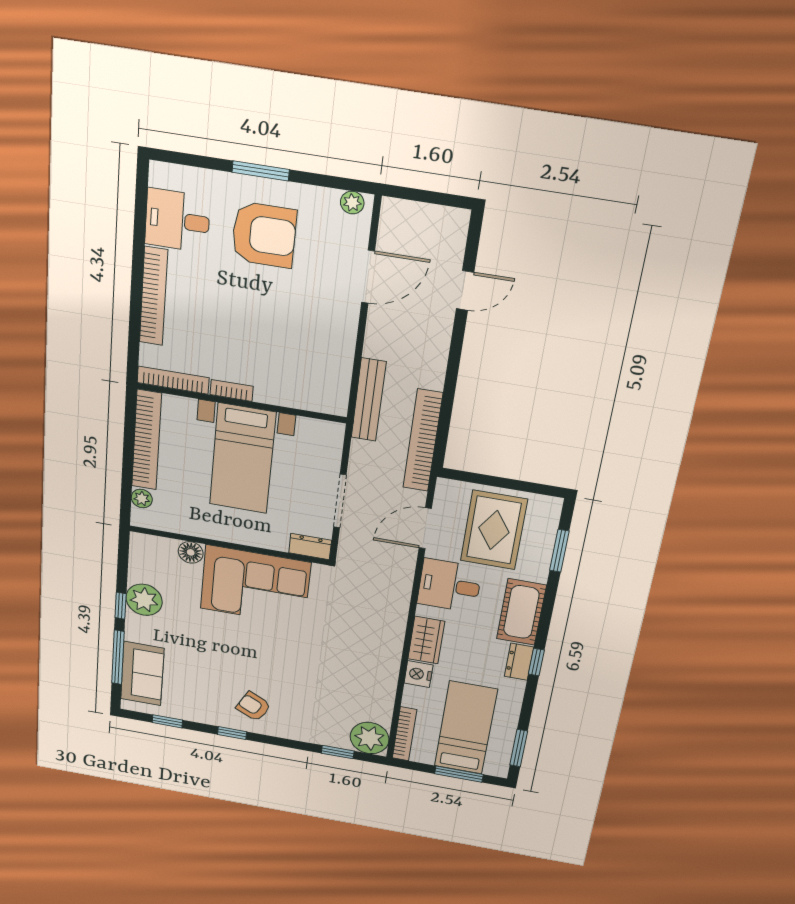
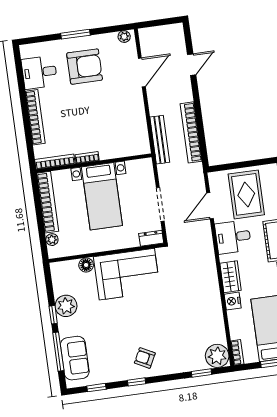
bookcase: (423, 441) -> (191, 132), moved
bookcase: (404, 734) -> (237, 352), width x0.64

